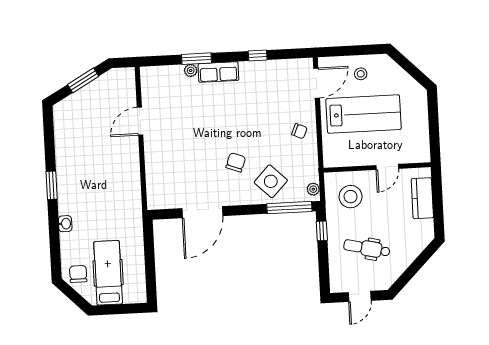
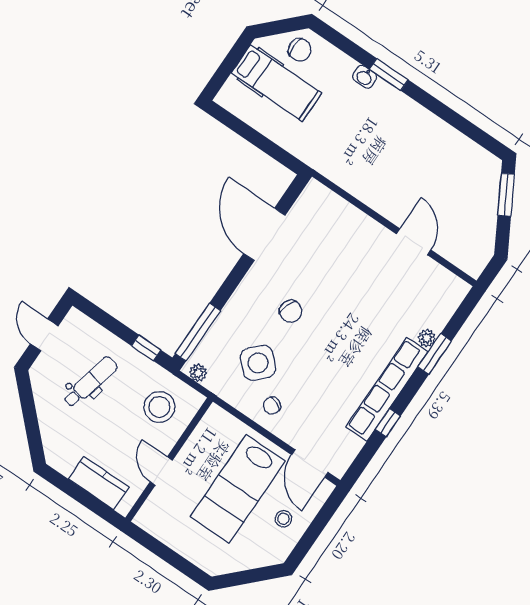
row of seats: (218, 72) -> (387, 389), width x2.02
window: (83, 80) -> (506, 195), moved
side table: (271, 181) -> (258, 363), moved
window: (52, 185) -> (389, 75), moved

